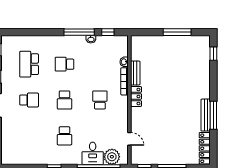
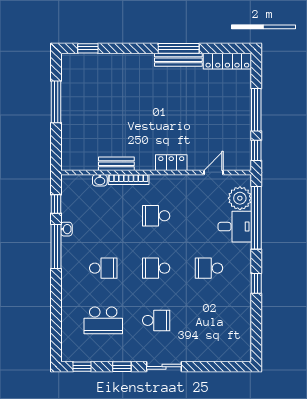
school desk: (64, 64) -> (103, 268), turned -90
locker: (136, 97) -> (171, 163), moved
school desk: (29, 100) -> (156, 320), turned 90
school desk: (64, 100) -> (156, 268), turned 180
school desk: (64, 136) -> (209, 268), turned 180

